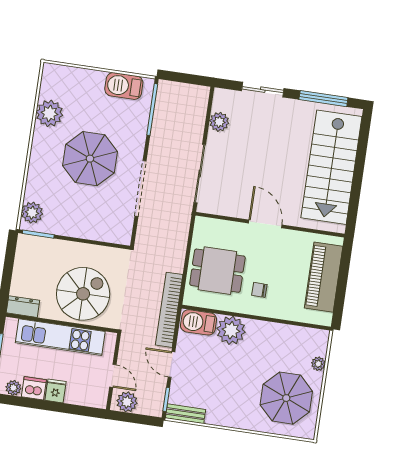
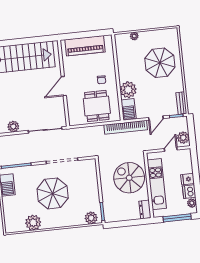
parasol: (286, 398) -> (160, 63), moved

